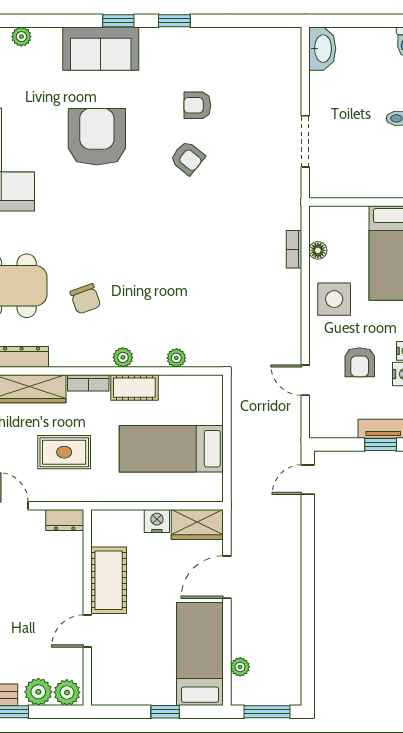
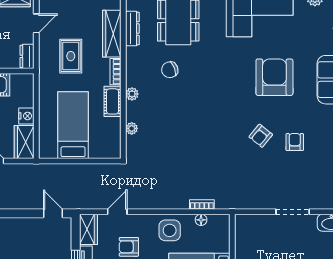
armchair: (97, 137) -> (274, 77), turned -90
doorway: (305, 141) -> (293, 212), moved
wardrobe: (333, 425) -> (88, 229), added

